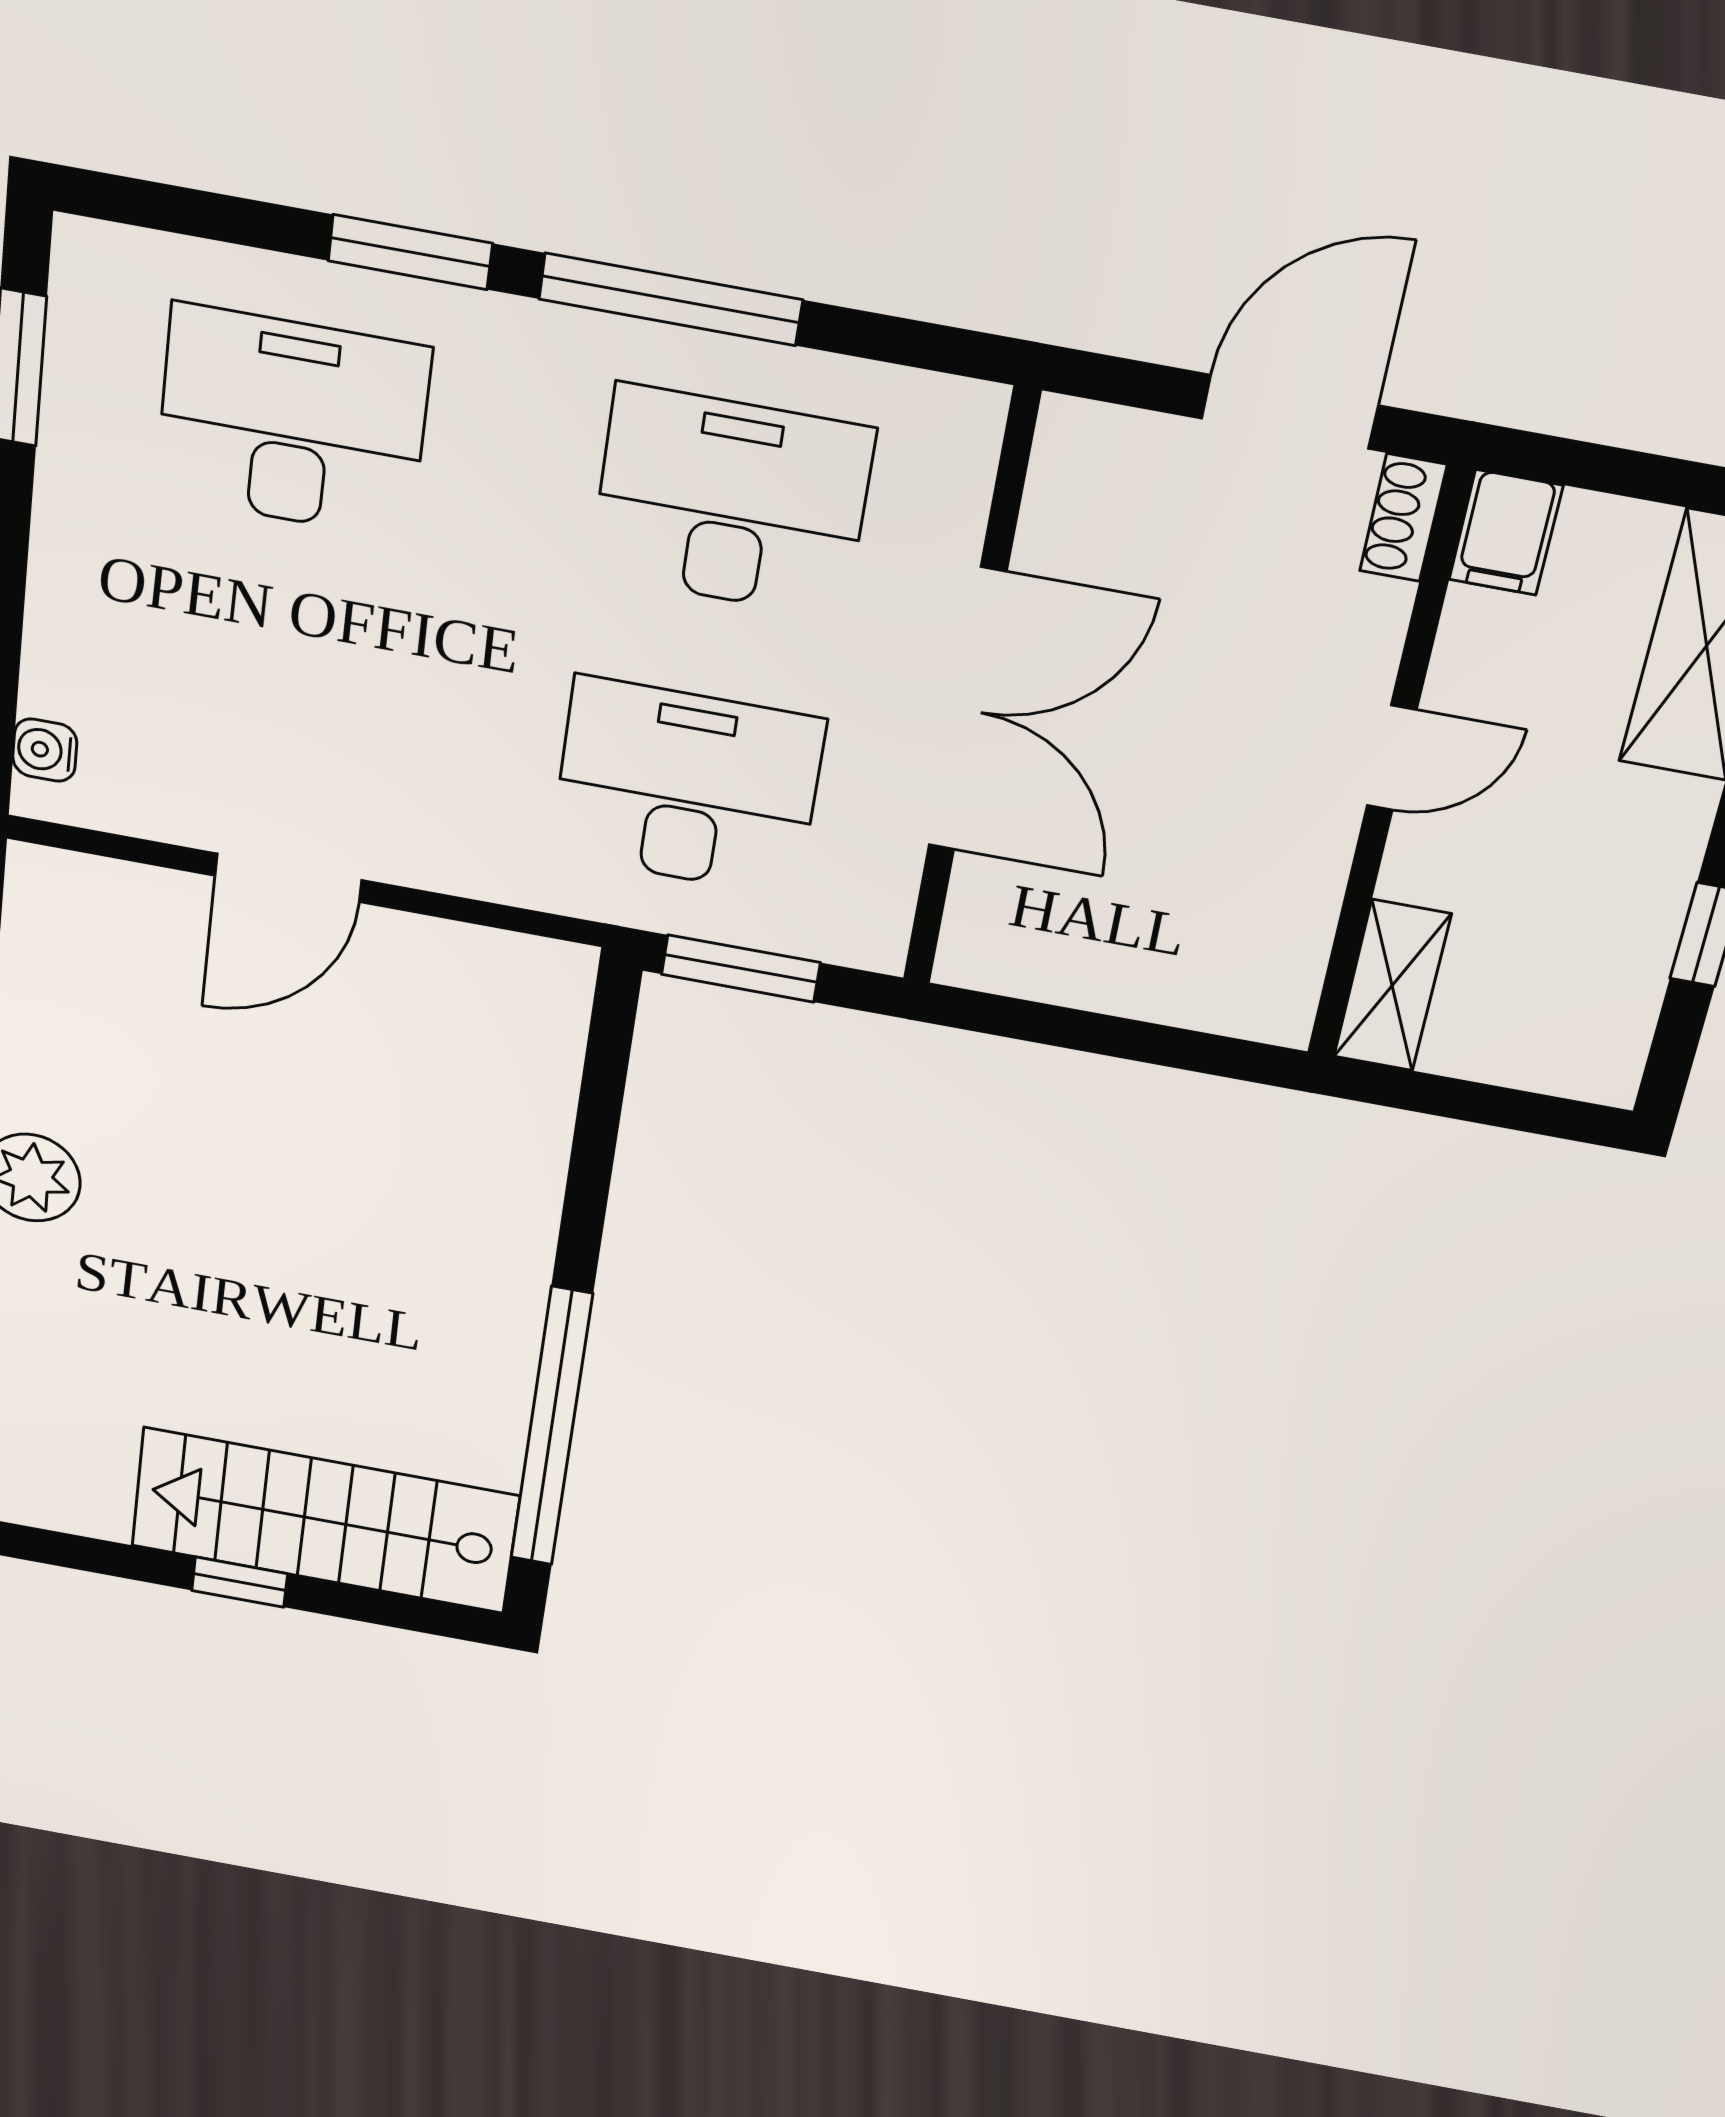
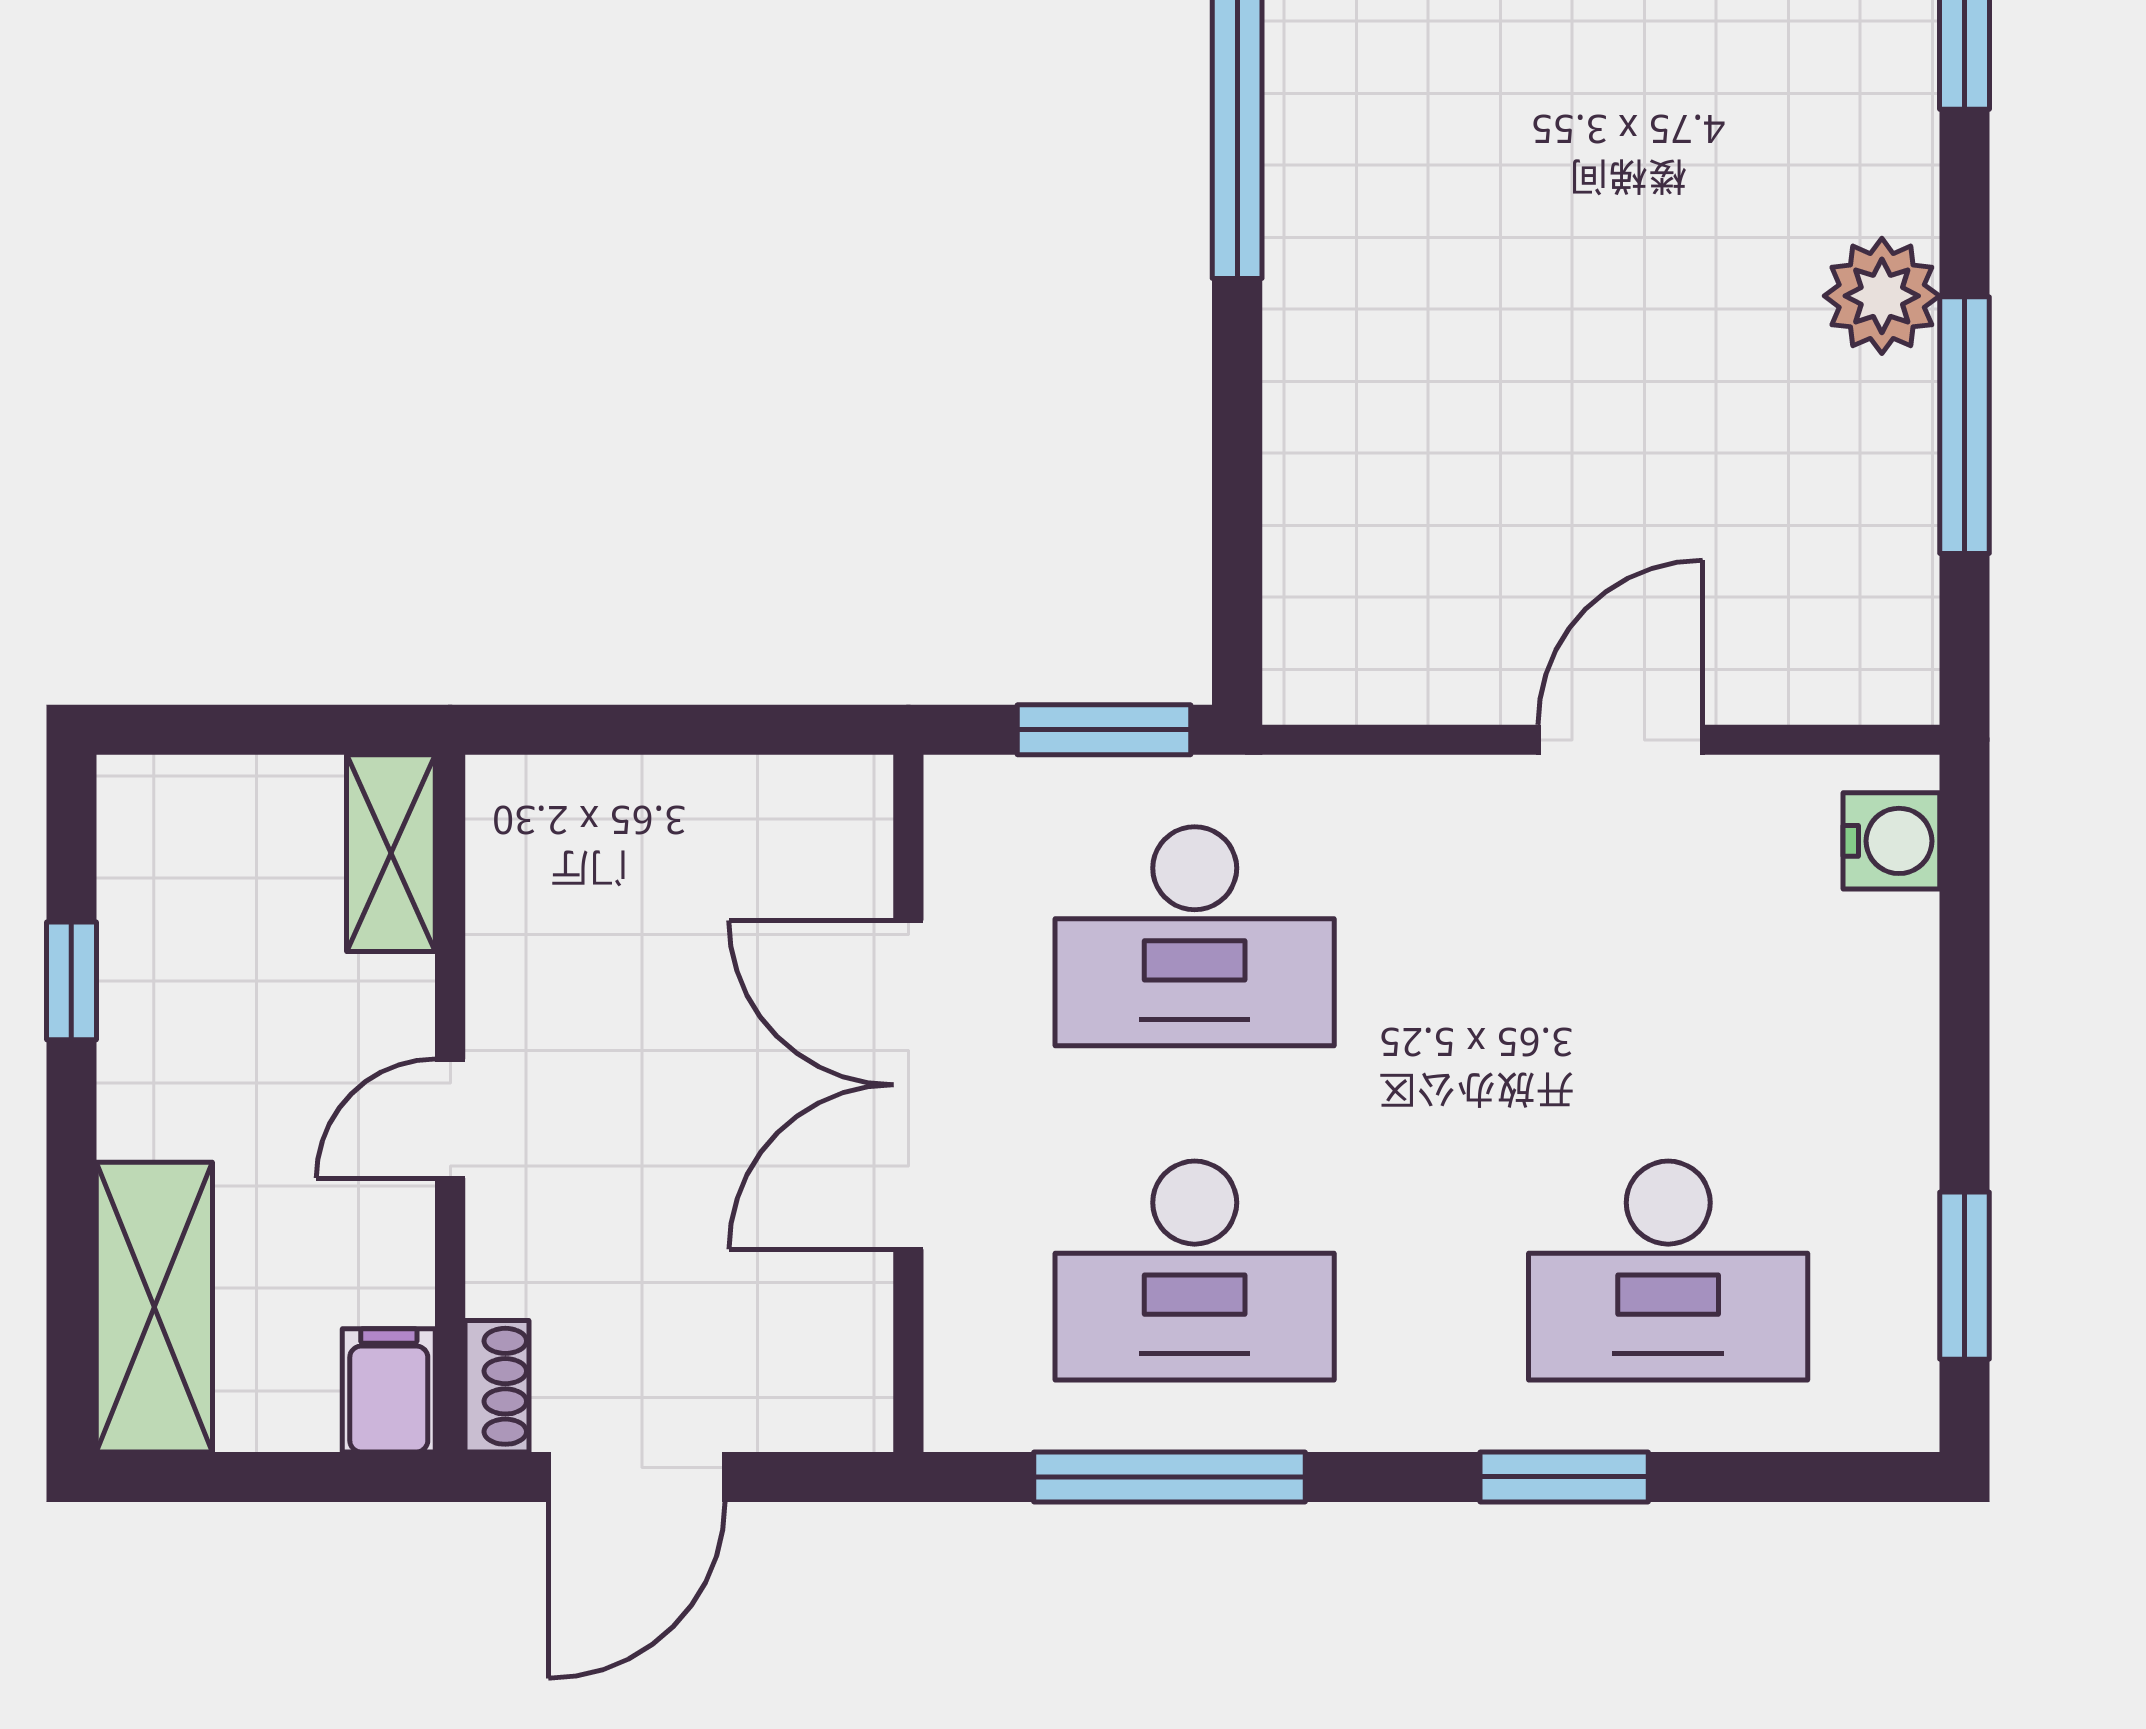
window: (671, 299) -> (1169, 1477), moved
water cooler: (45, 750) -> (1891, 841), width x1.38, depth x1.38

